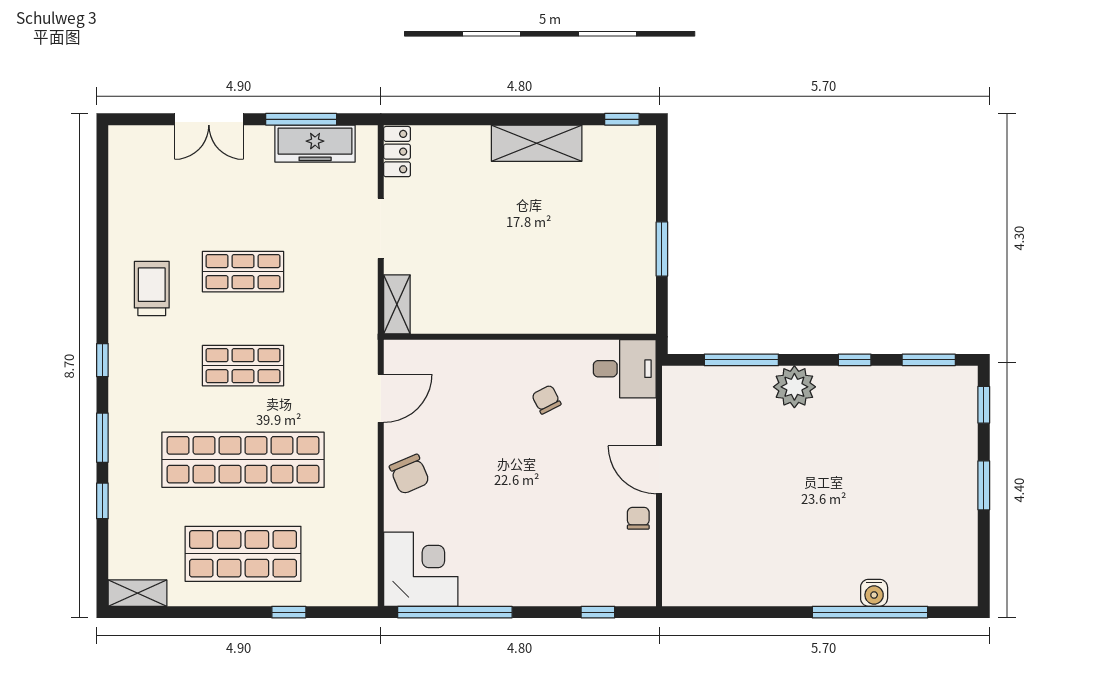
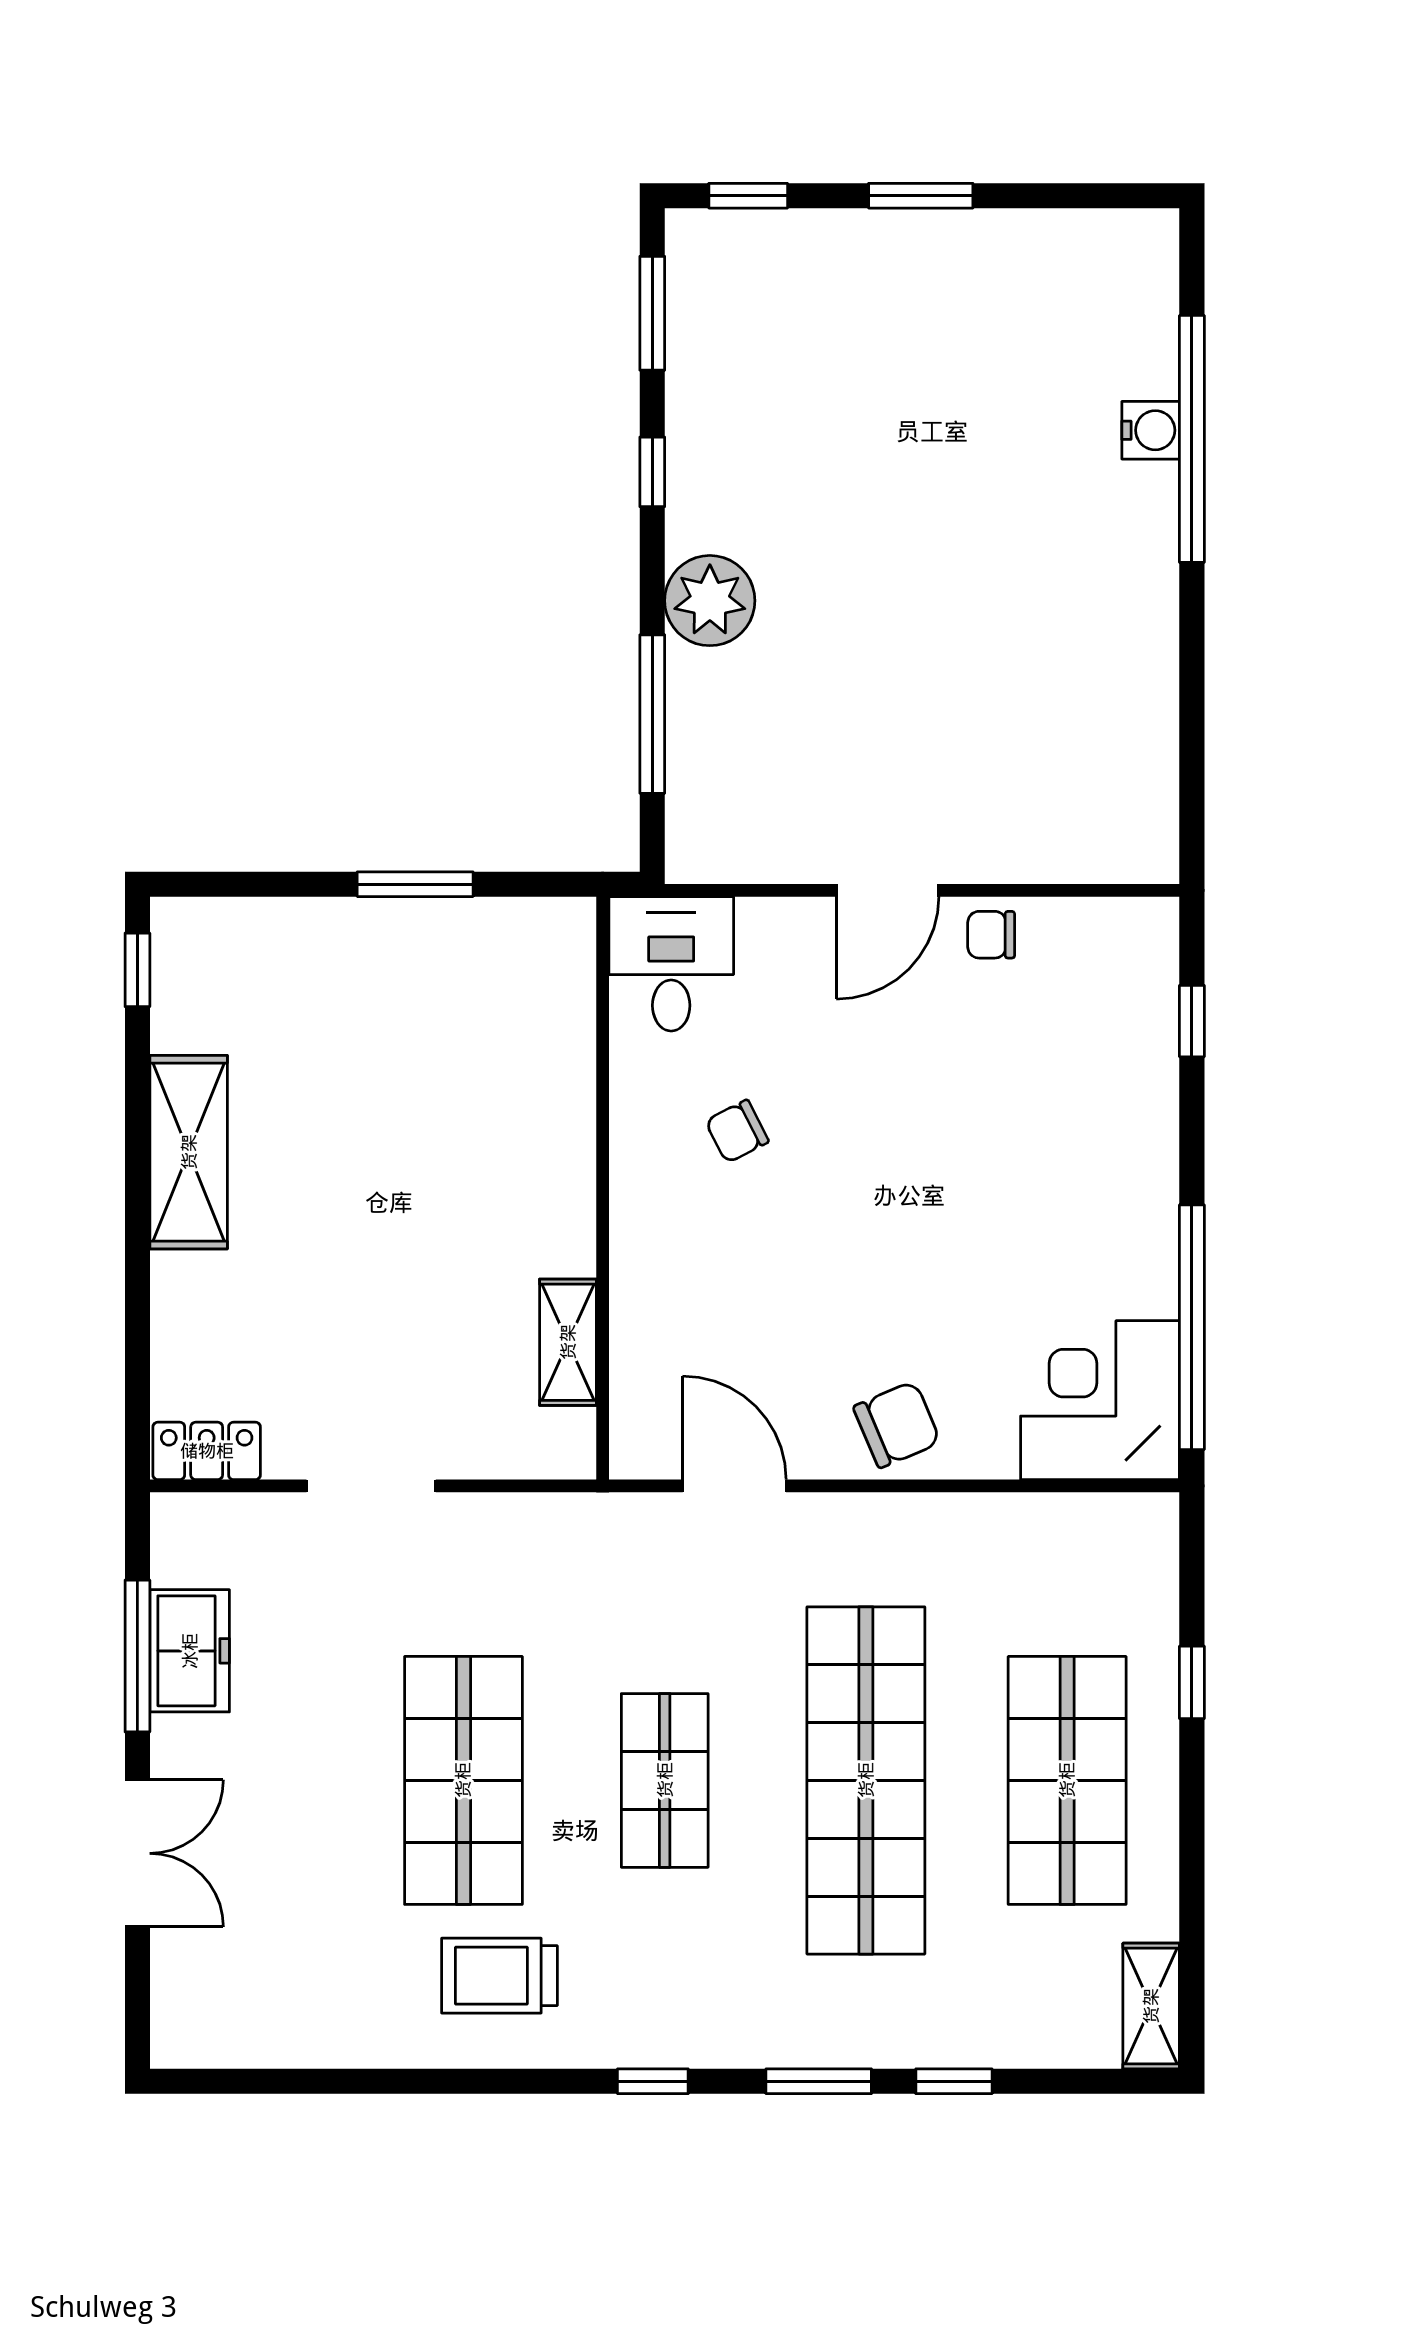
freezer: (315, 144) -> (190, 1651), width x0.71
shop shelf: (243, 272) -> (463, 1780), width x1.43, depth x1.36
shelving: (397, 304) -> (568, 1342), moved, turned 90

